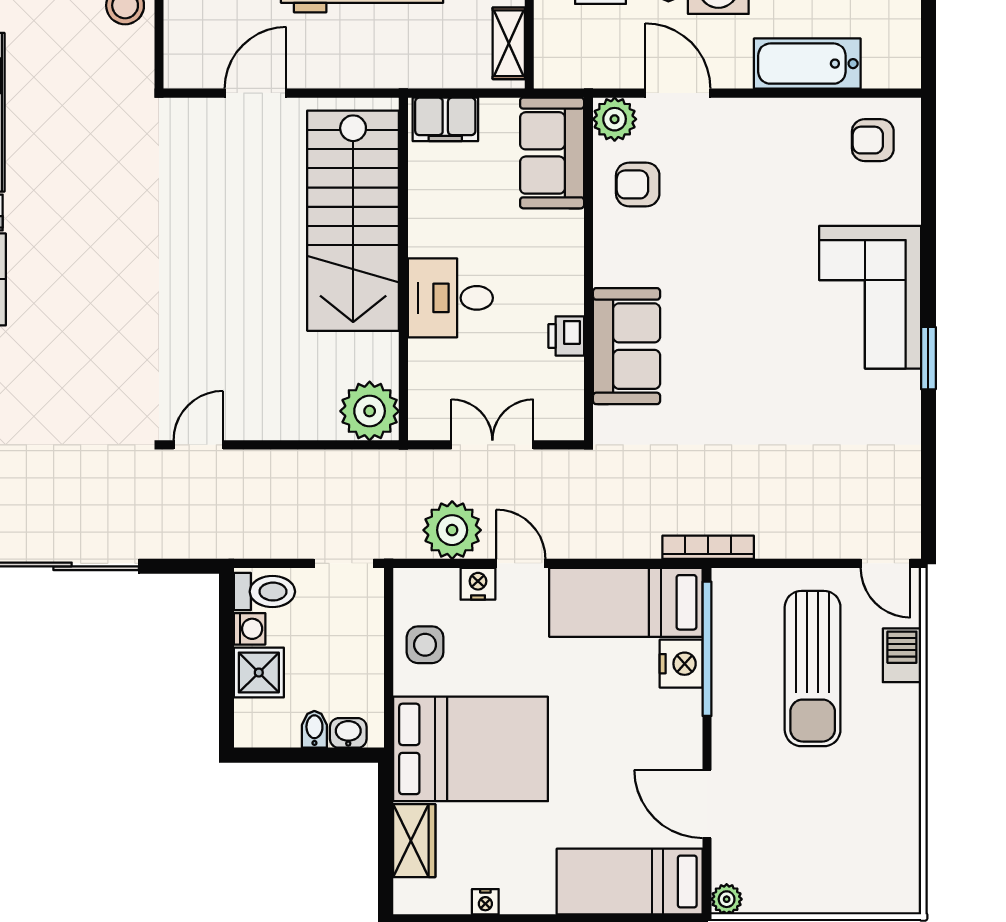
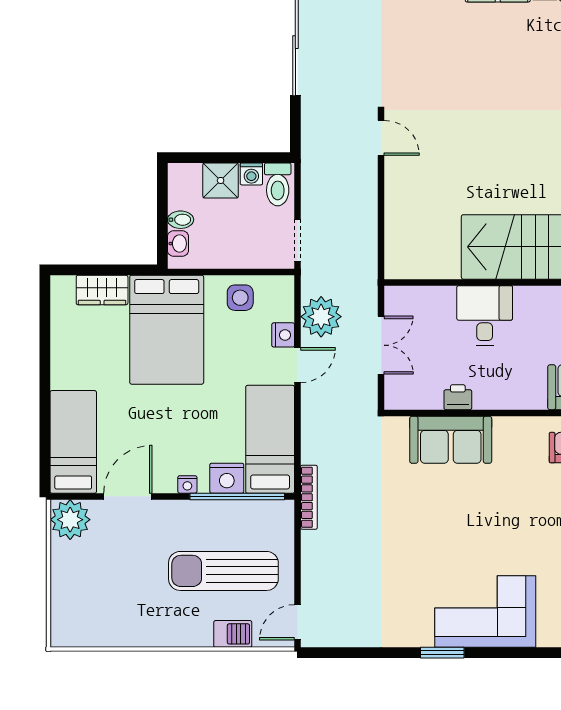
plant: (370, 411) -> (405, 259), removed
plant: (727, 899) -> (70, 520), width x1.88, depth x1.88
nightstand: (485, 902) -> (187, 484), moved, turned -90

